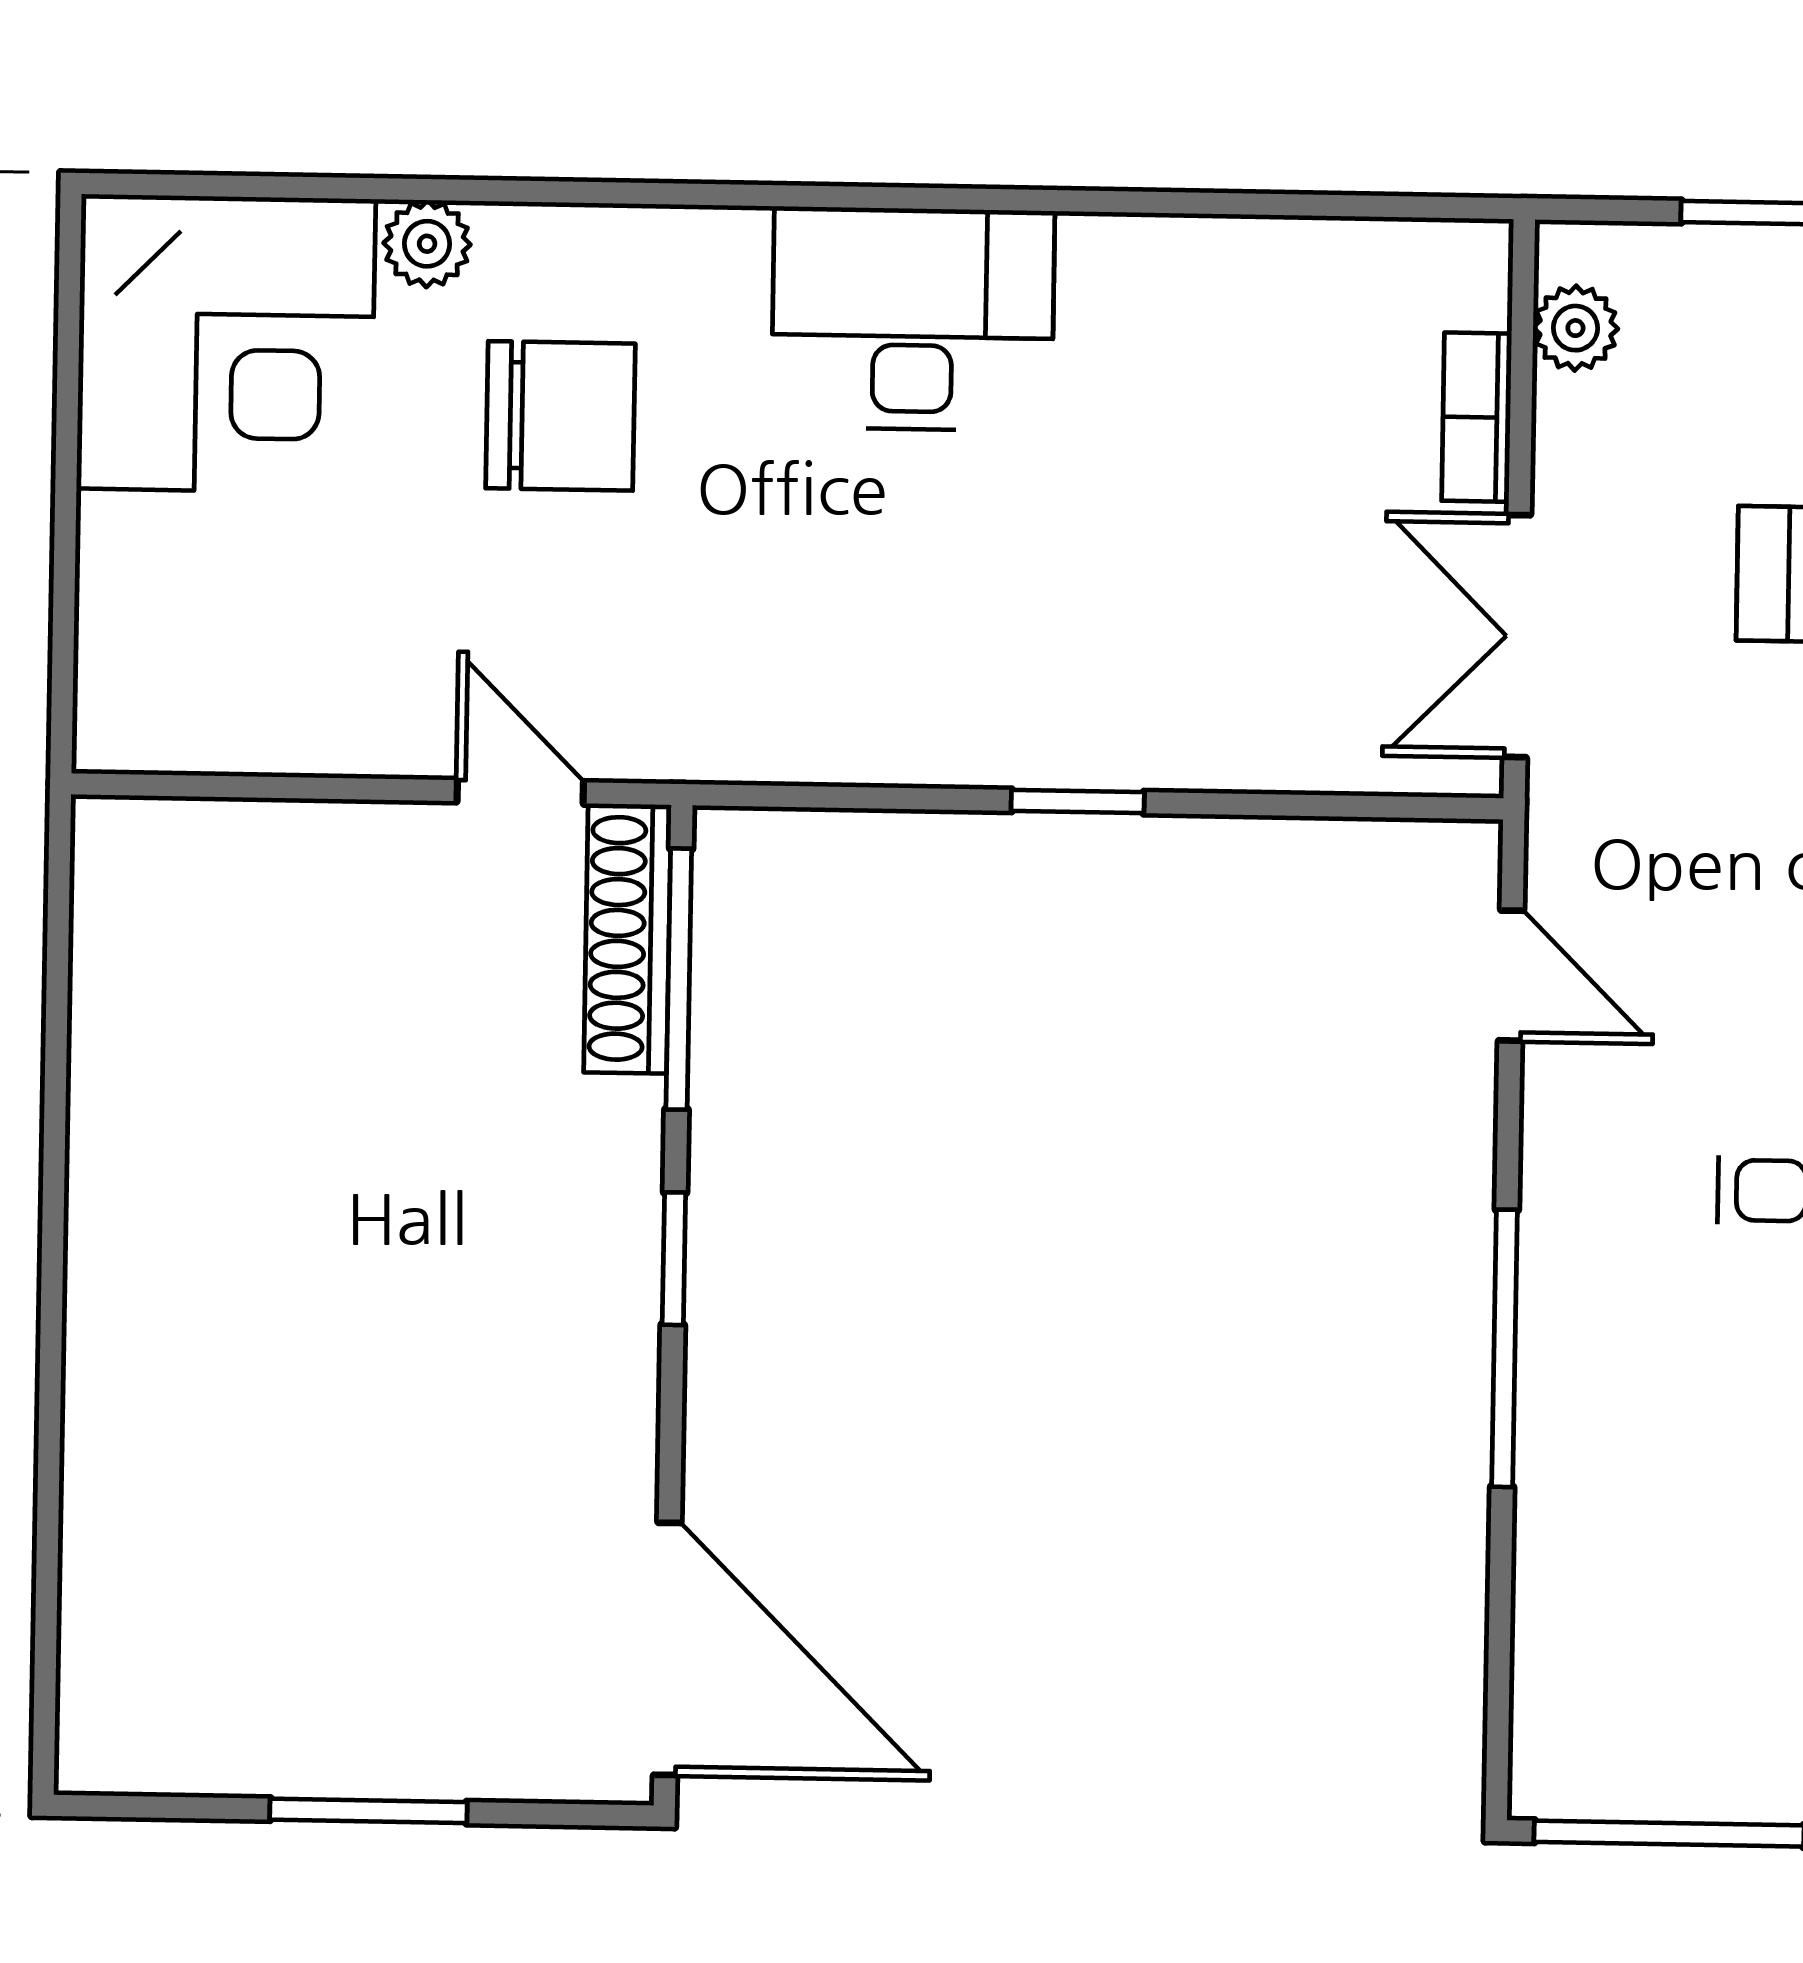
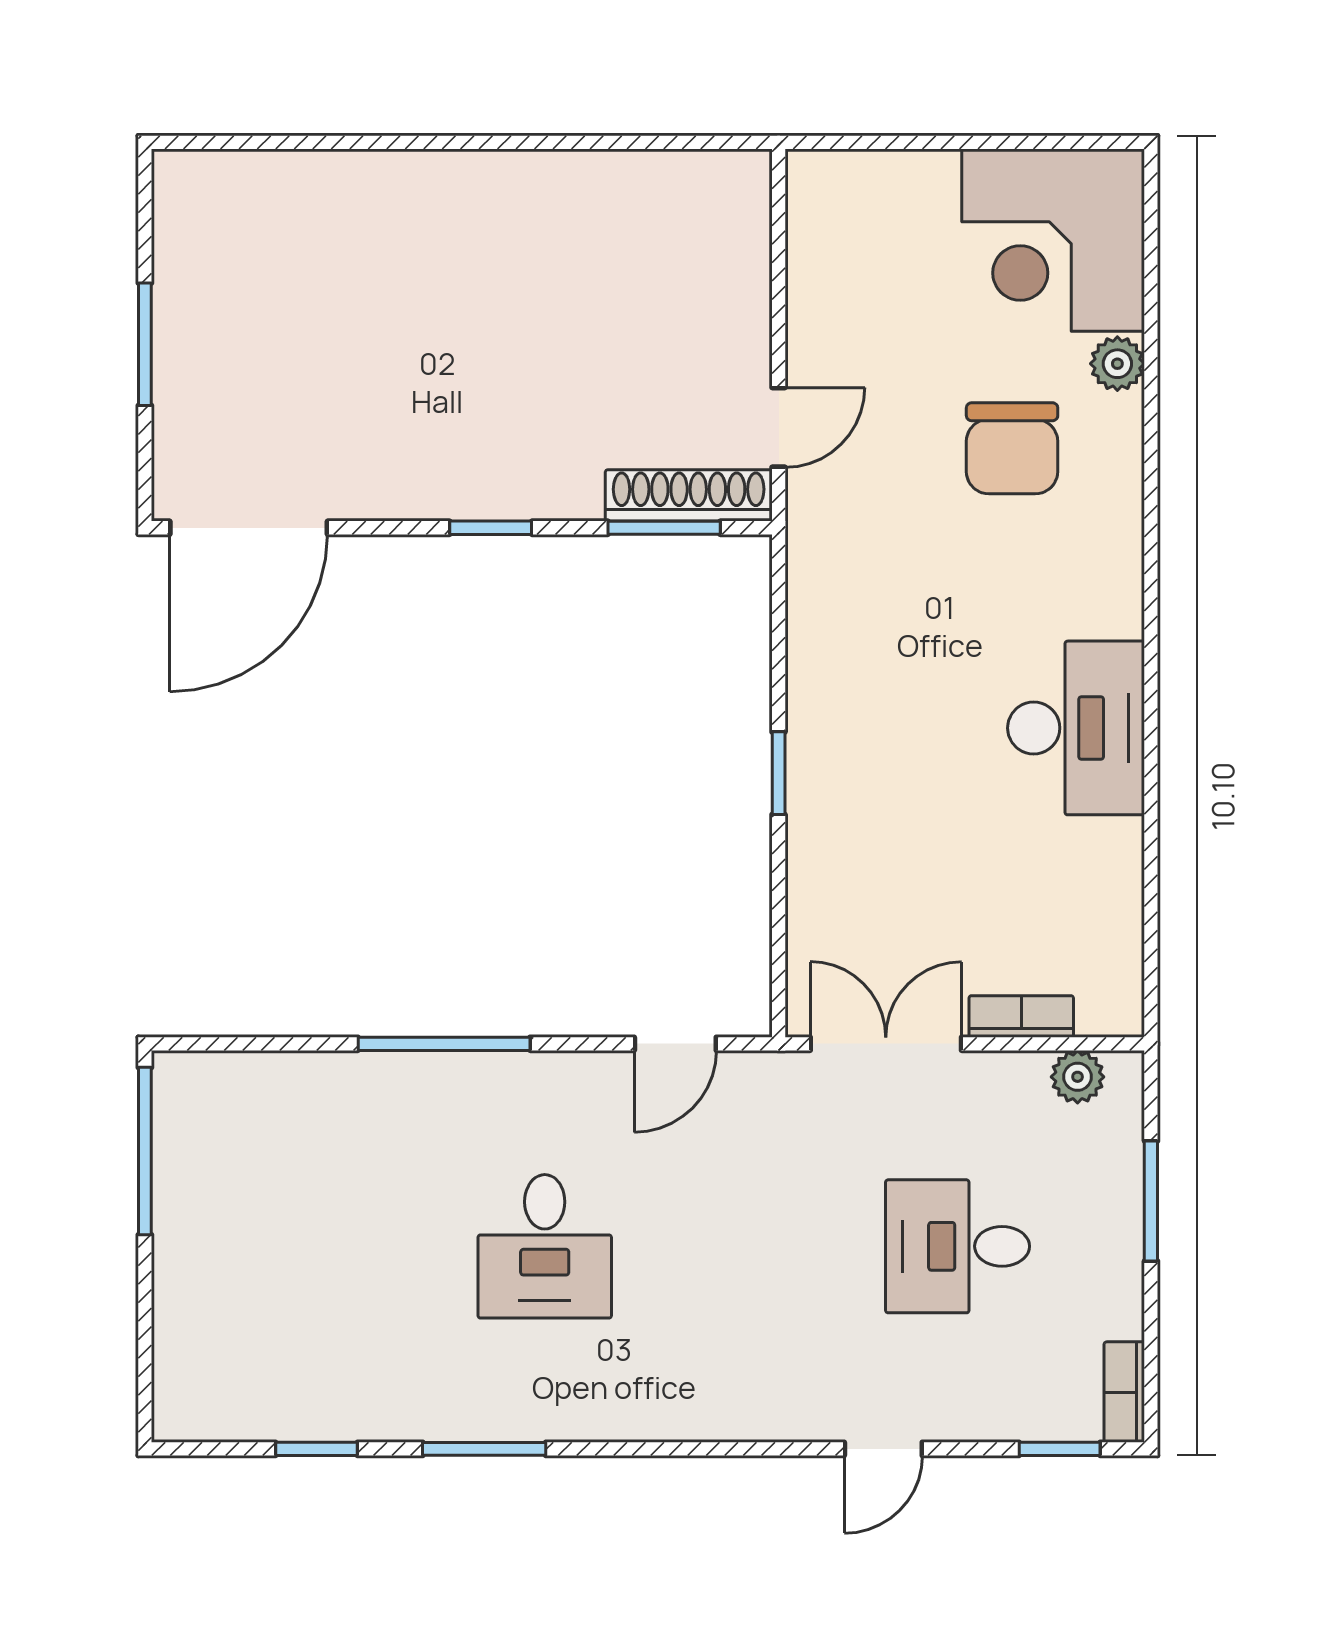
desk: (913, 319) -> (1076, 728), moved
window: (679, 979) -> (664, 528), width x0.69

